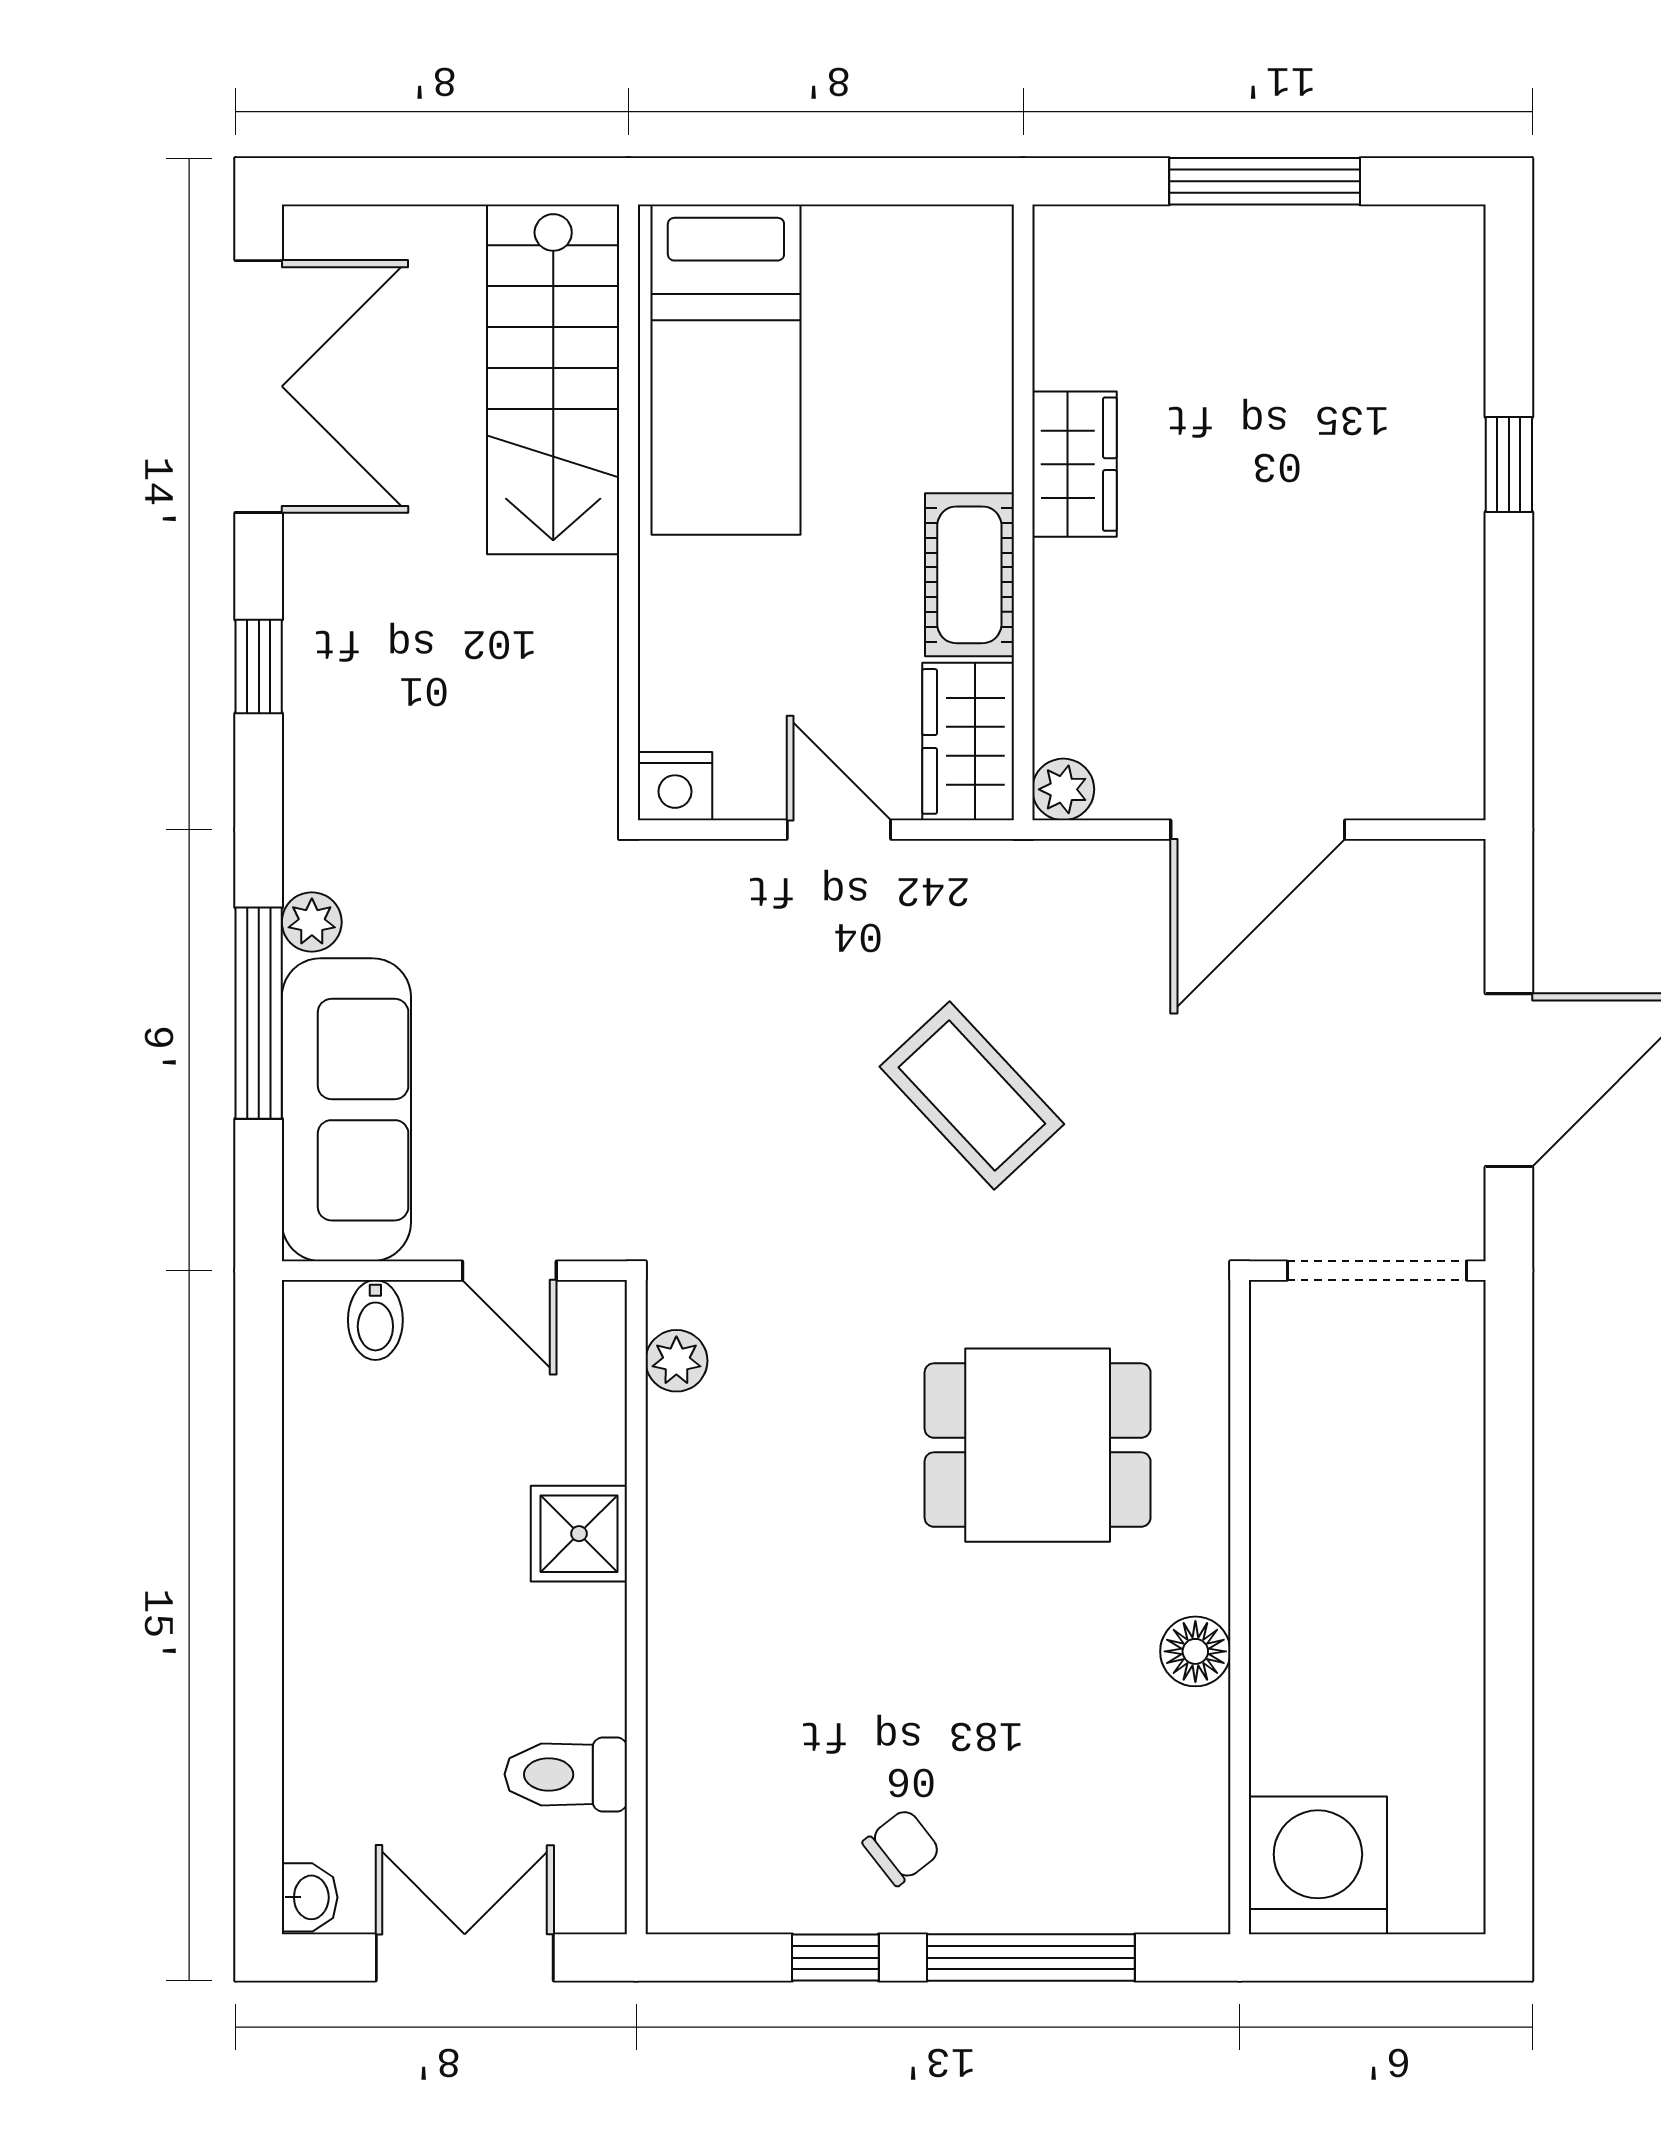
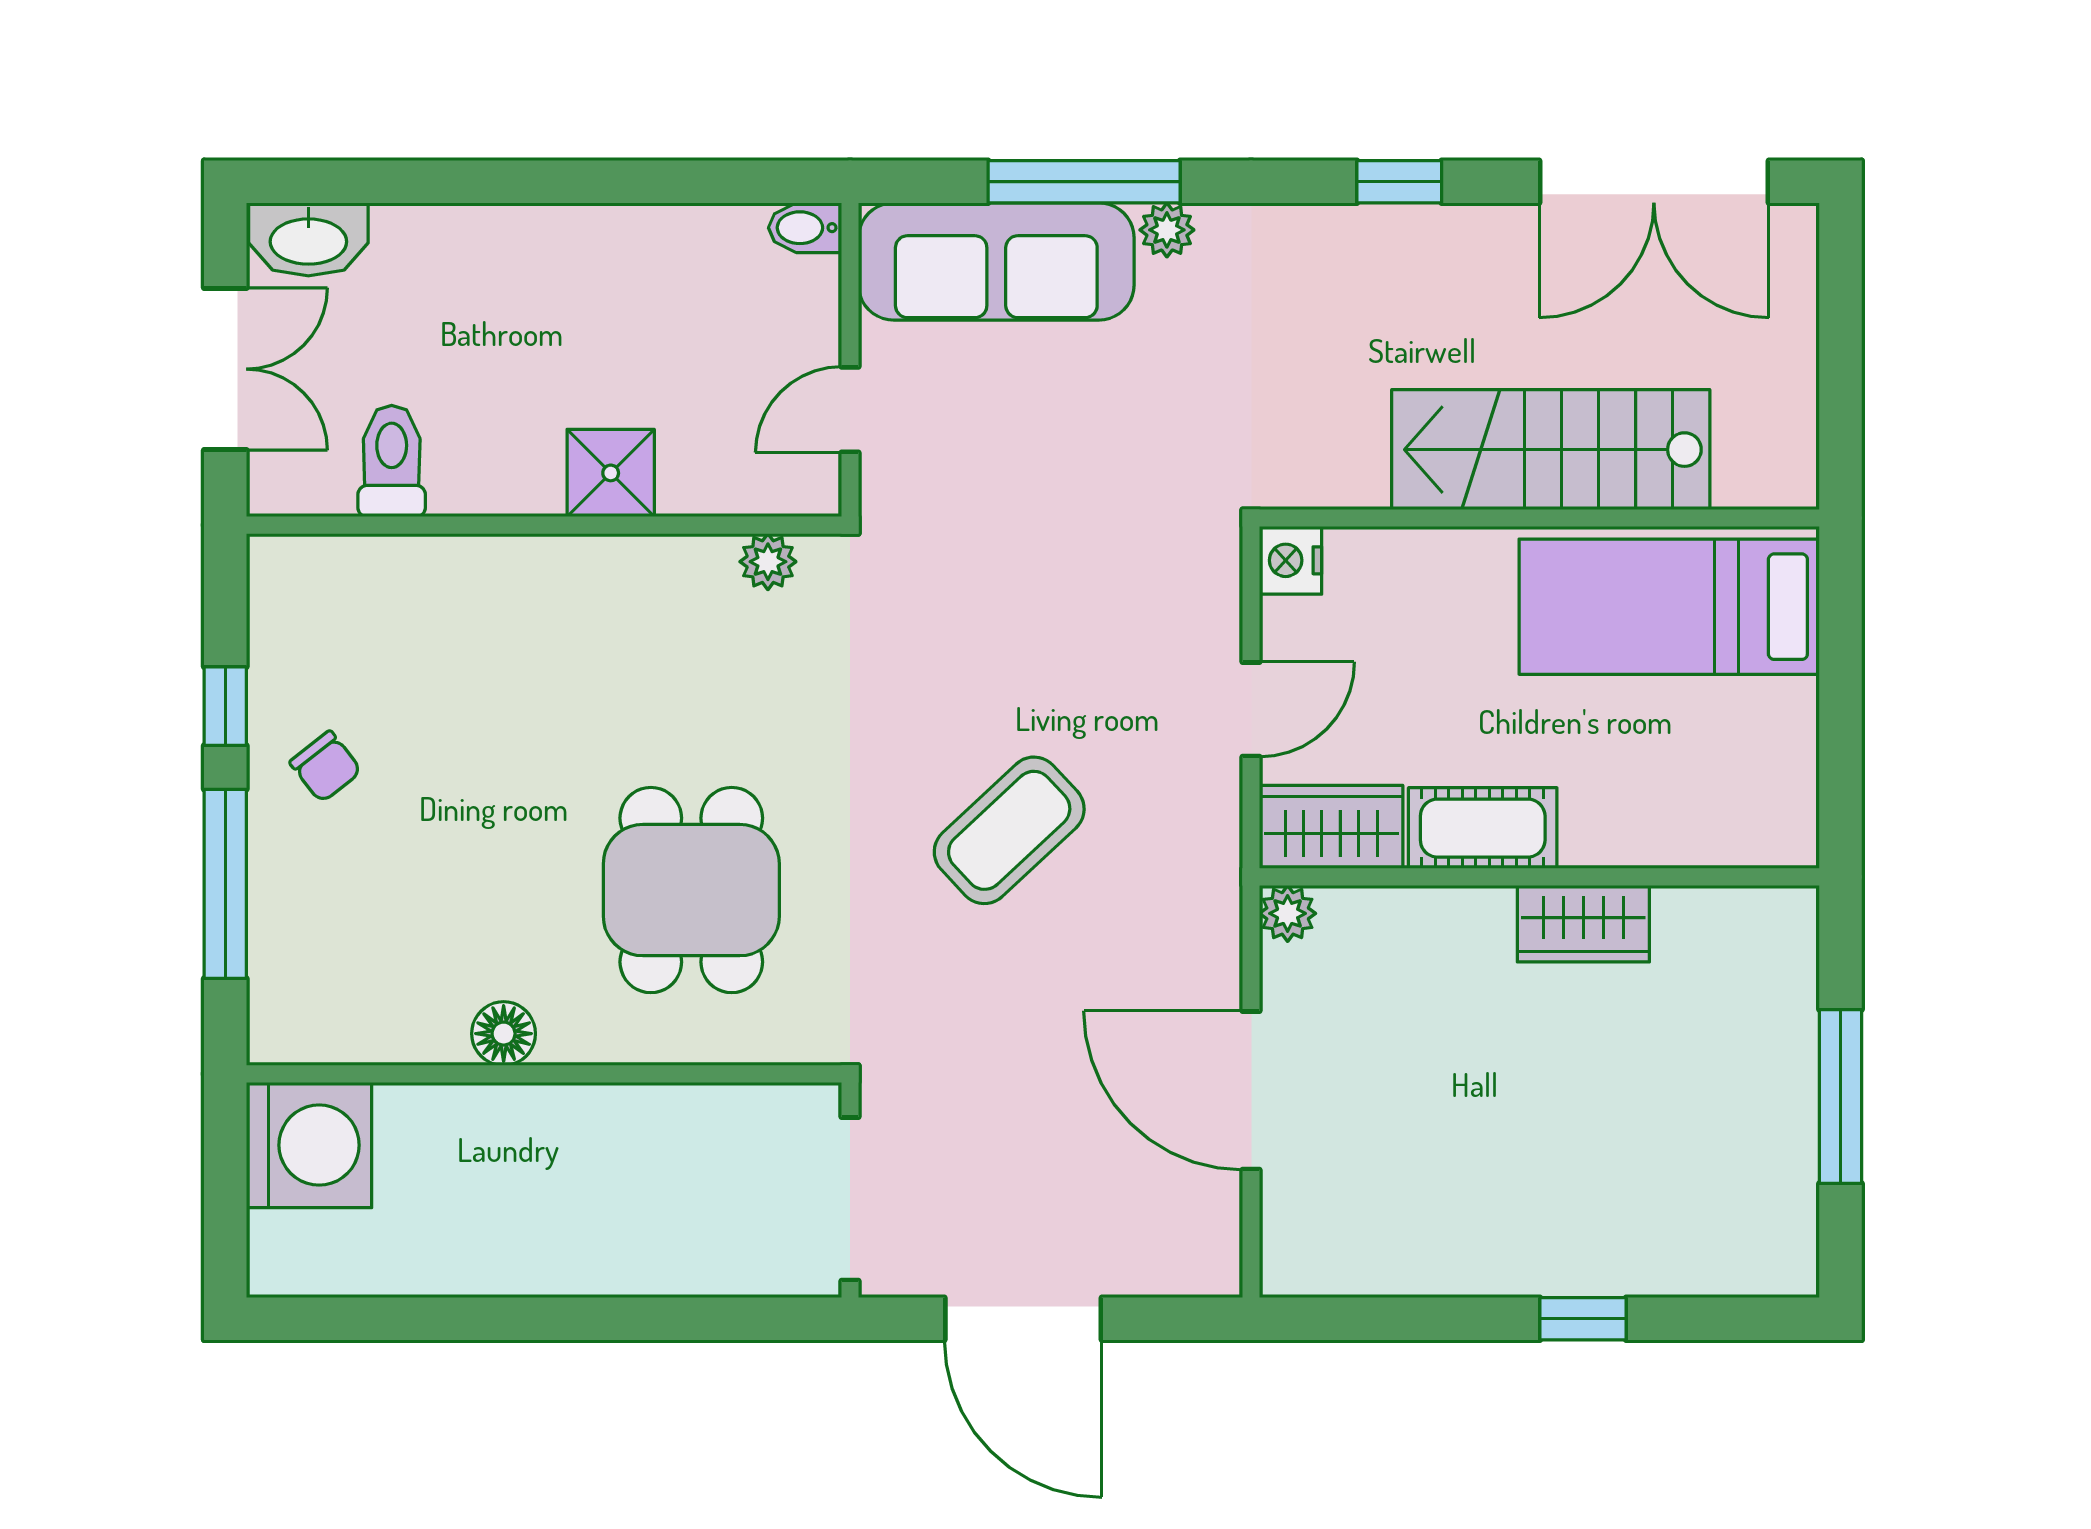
stairs: (553, 379) -> (1551, 450), moved
bidet: (375, 1320) -> (805, 228), moved
washbasin: (310, 1897) -> (308, 239), width x1.91, depth x1.45

